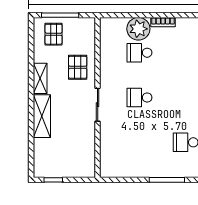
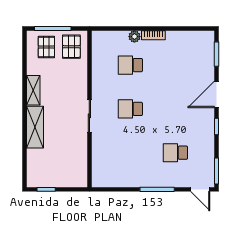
plant: (138, 29) -> (134, 37), width x0.53, depth x0.53
pallet: (78, 67) -> (71, 47), moved

